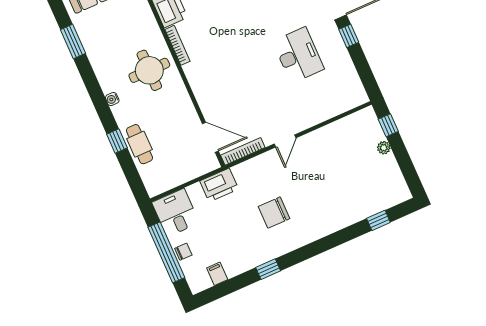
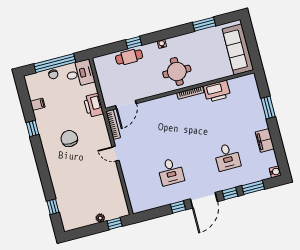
desk: (298, 55) -> (171, 172), width x0.73
filing cabinet: (217, 274) -> (38, 104), moved

